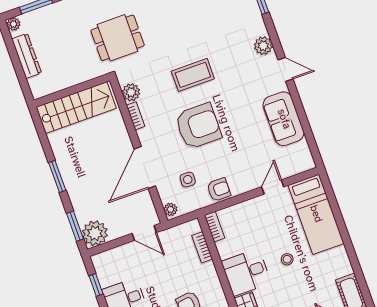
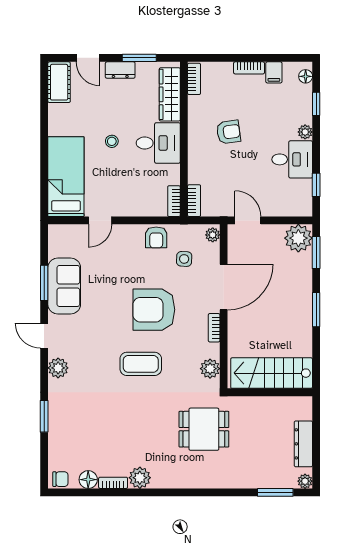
window: (302, 115) -> (44, 283), added
bookcase: (136, 116) -> (214, 328), moved
armchair: (219, 190) -> (156, 237), turned -90
bookcase: (202, 247) -> (194, 201), moved

